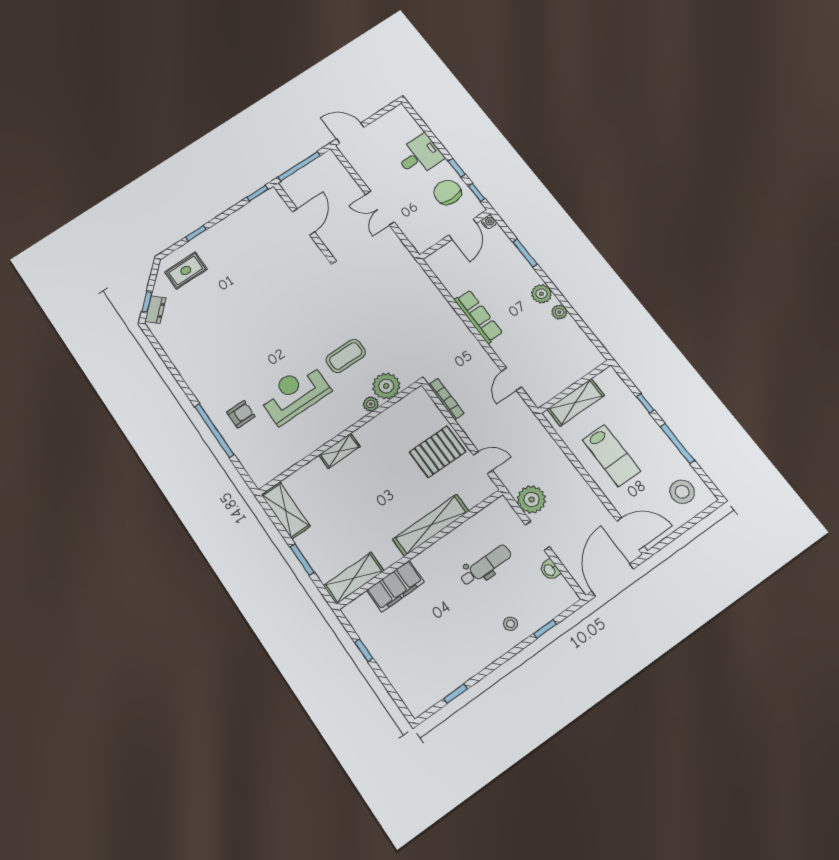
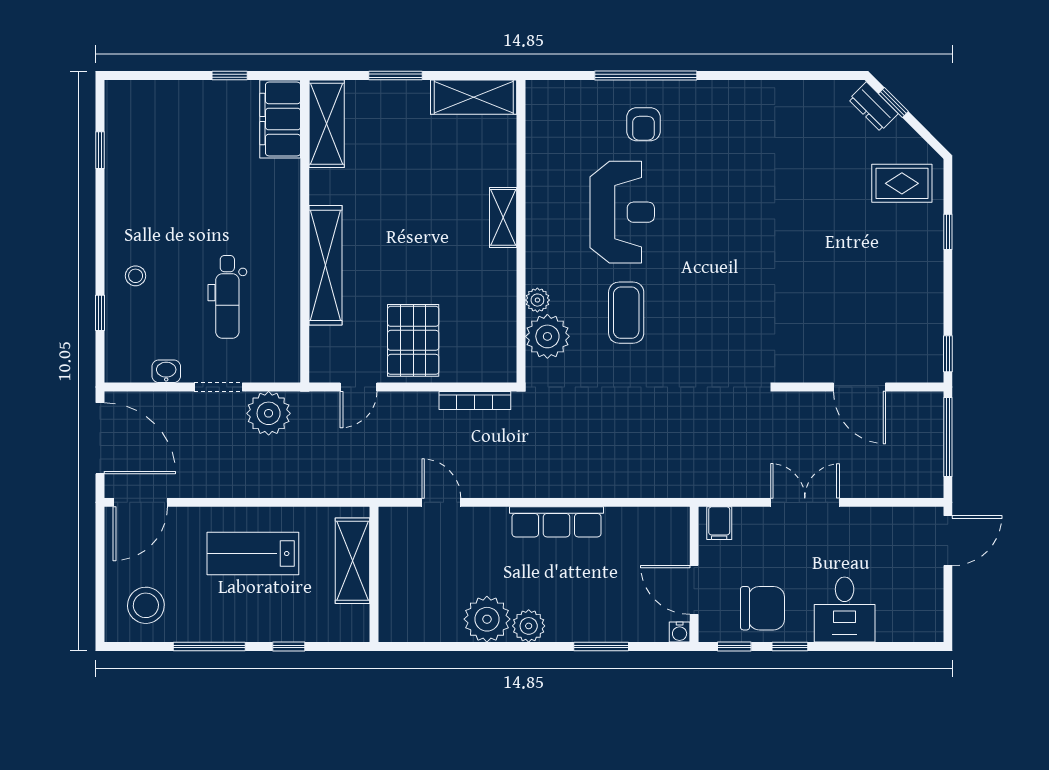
filing cabinet: (420, 240) -> (719, 523), added
rug: (186, 270) -> (902, 183), turned 90
plant: (559, 312) -> (487, 619), width x1.87, depth x1.87
filing cabinet: (396, 586) -> (280, 119), moved

